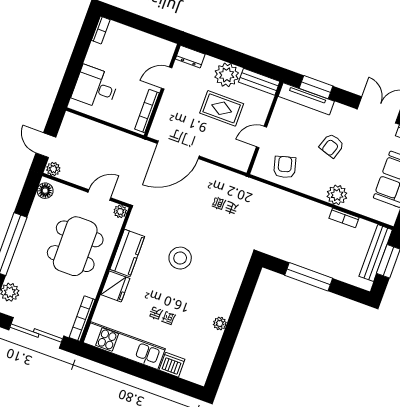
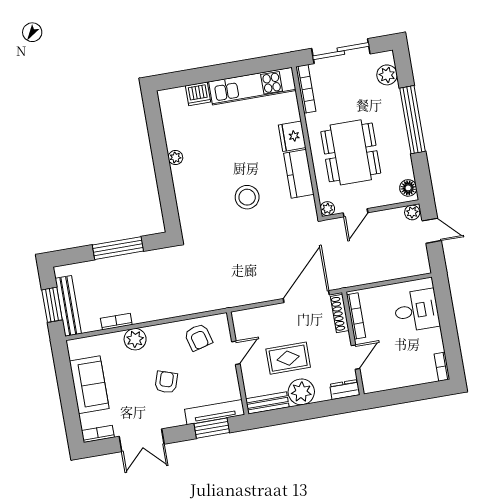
shoe rack: (159, 121) -> (340, 314), added

